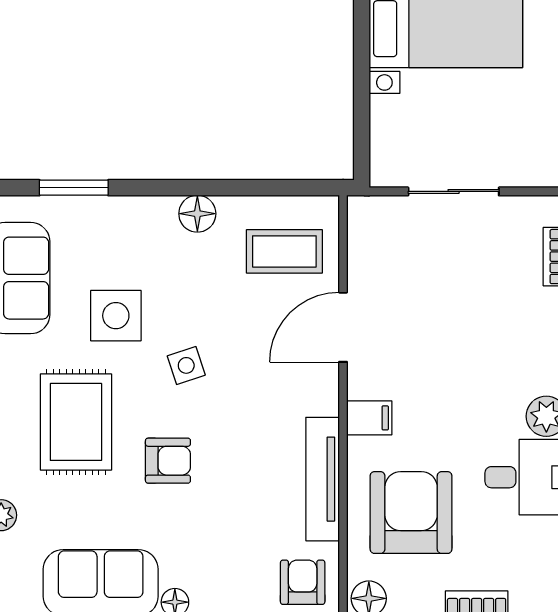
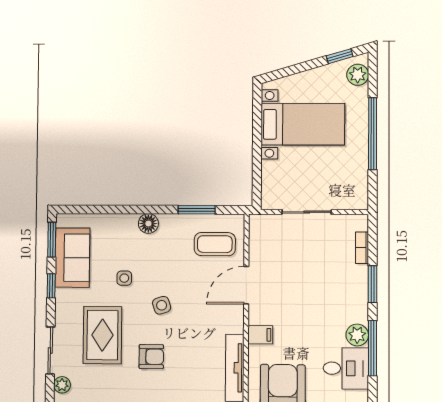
window: (74, 188) -> (197, 210), moved
floor lamp: (197, 214) -> (148, 224), moved
side table: (116, 316) -> (124, 278), width x0.54, depth x0.54

